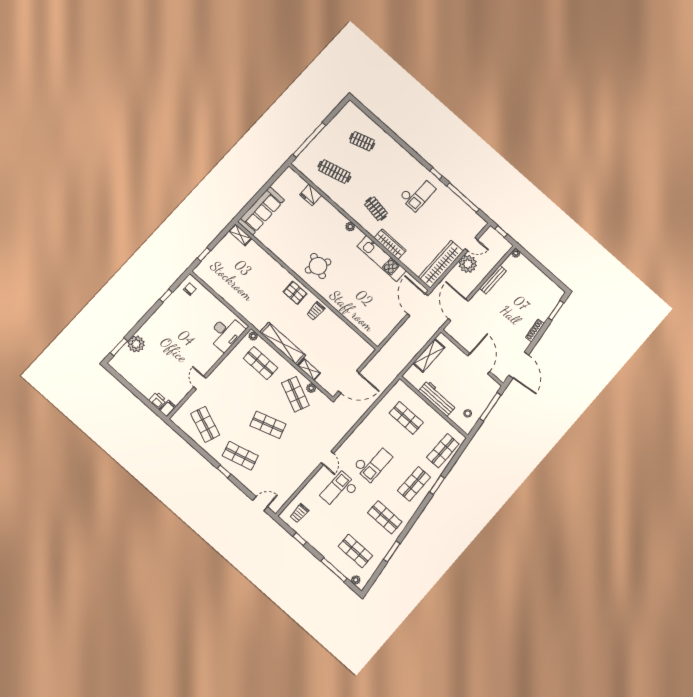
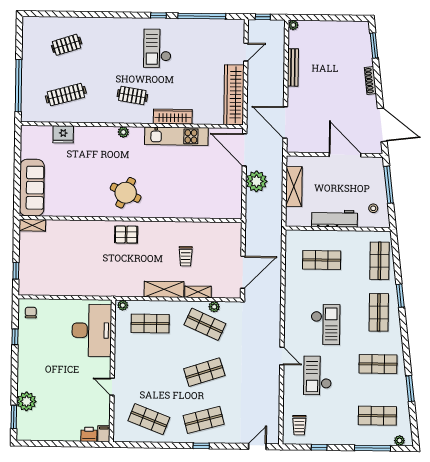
checkout: (418, 193) -> (157, 48), turned 180
plant: (468, 264) -> (256, 181), moved
trolley: (316, 311) -> (186, 256), moved
desk: (226, 333) -> (92, 330), width x1.36, depth x1.30
shelving: (283, 344) -> (164, 289), width x0.68

